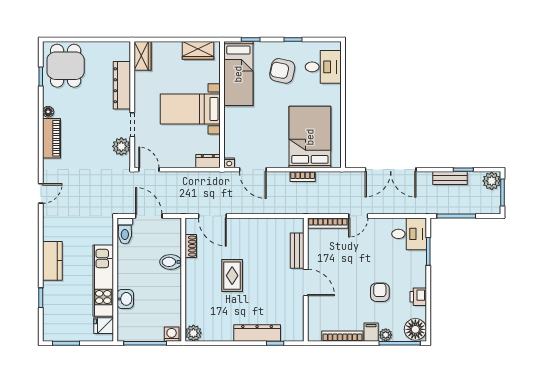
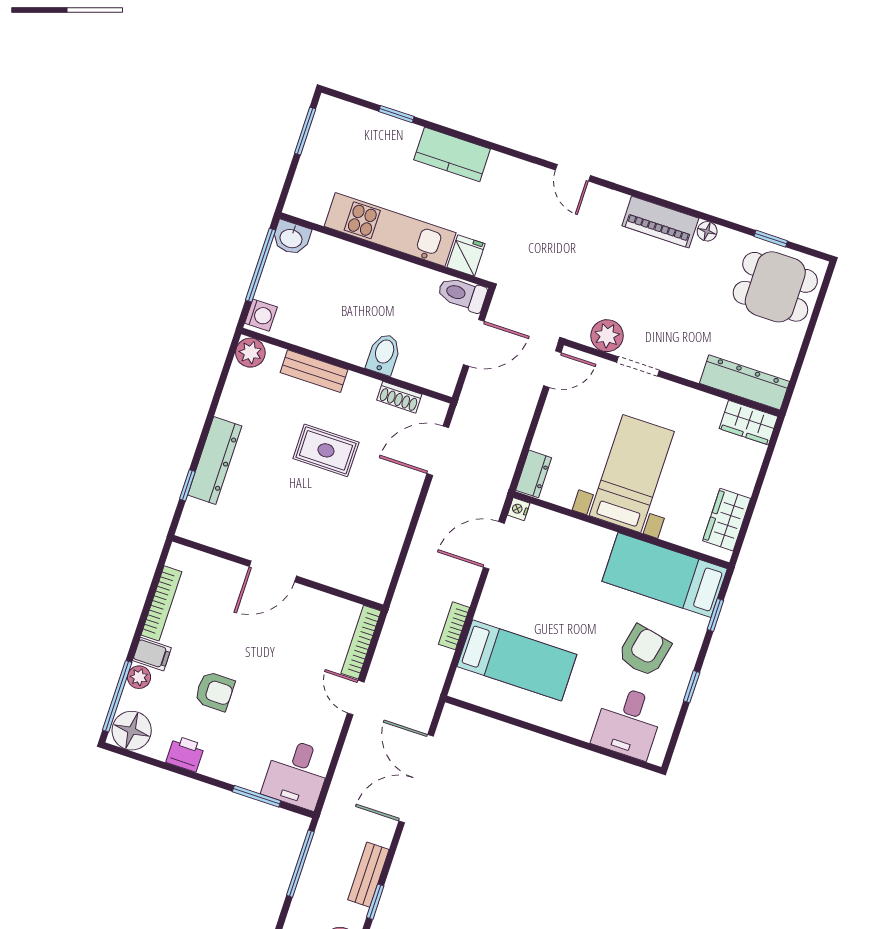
dresser: (122, 85) -> (744, 382), moved
bed: (310, 137) -> (517, 660), width x0.67
bench: (297, 251) -> (314, 371), moved
washbasin: (125, 299) -> (291, 238), moved
fridge: (104, 326) -> (466, 255), moved

